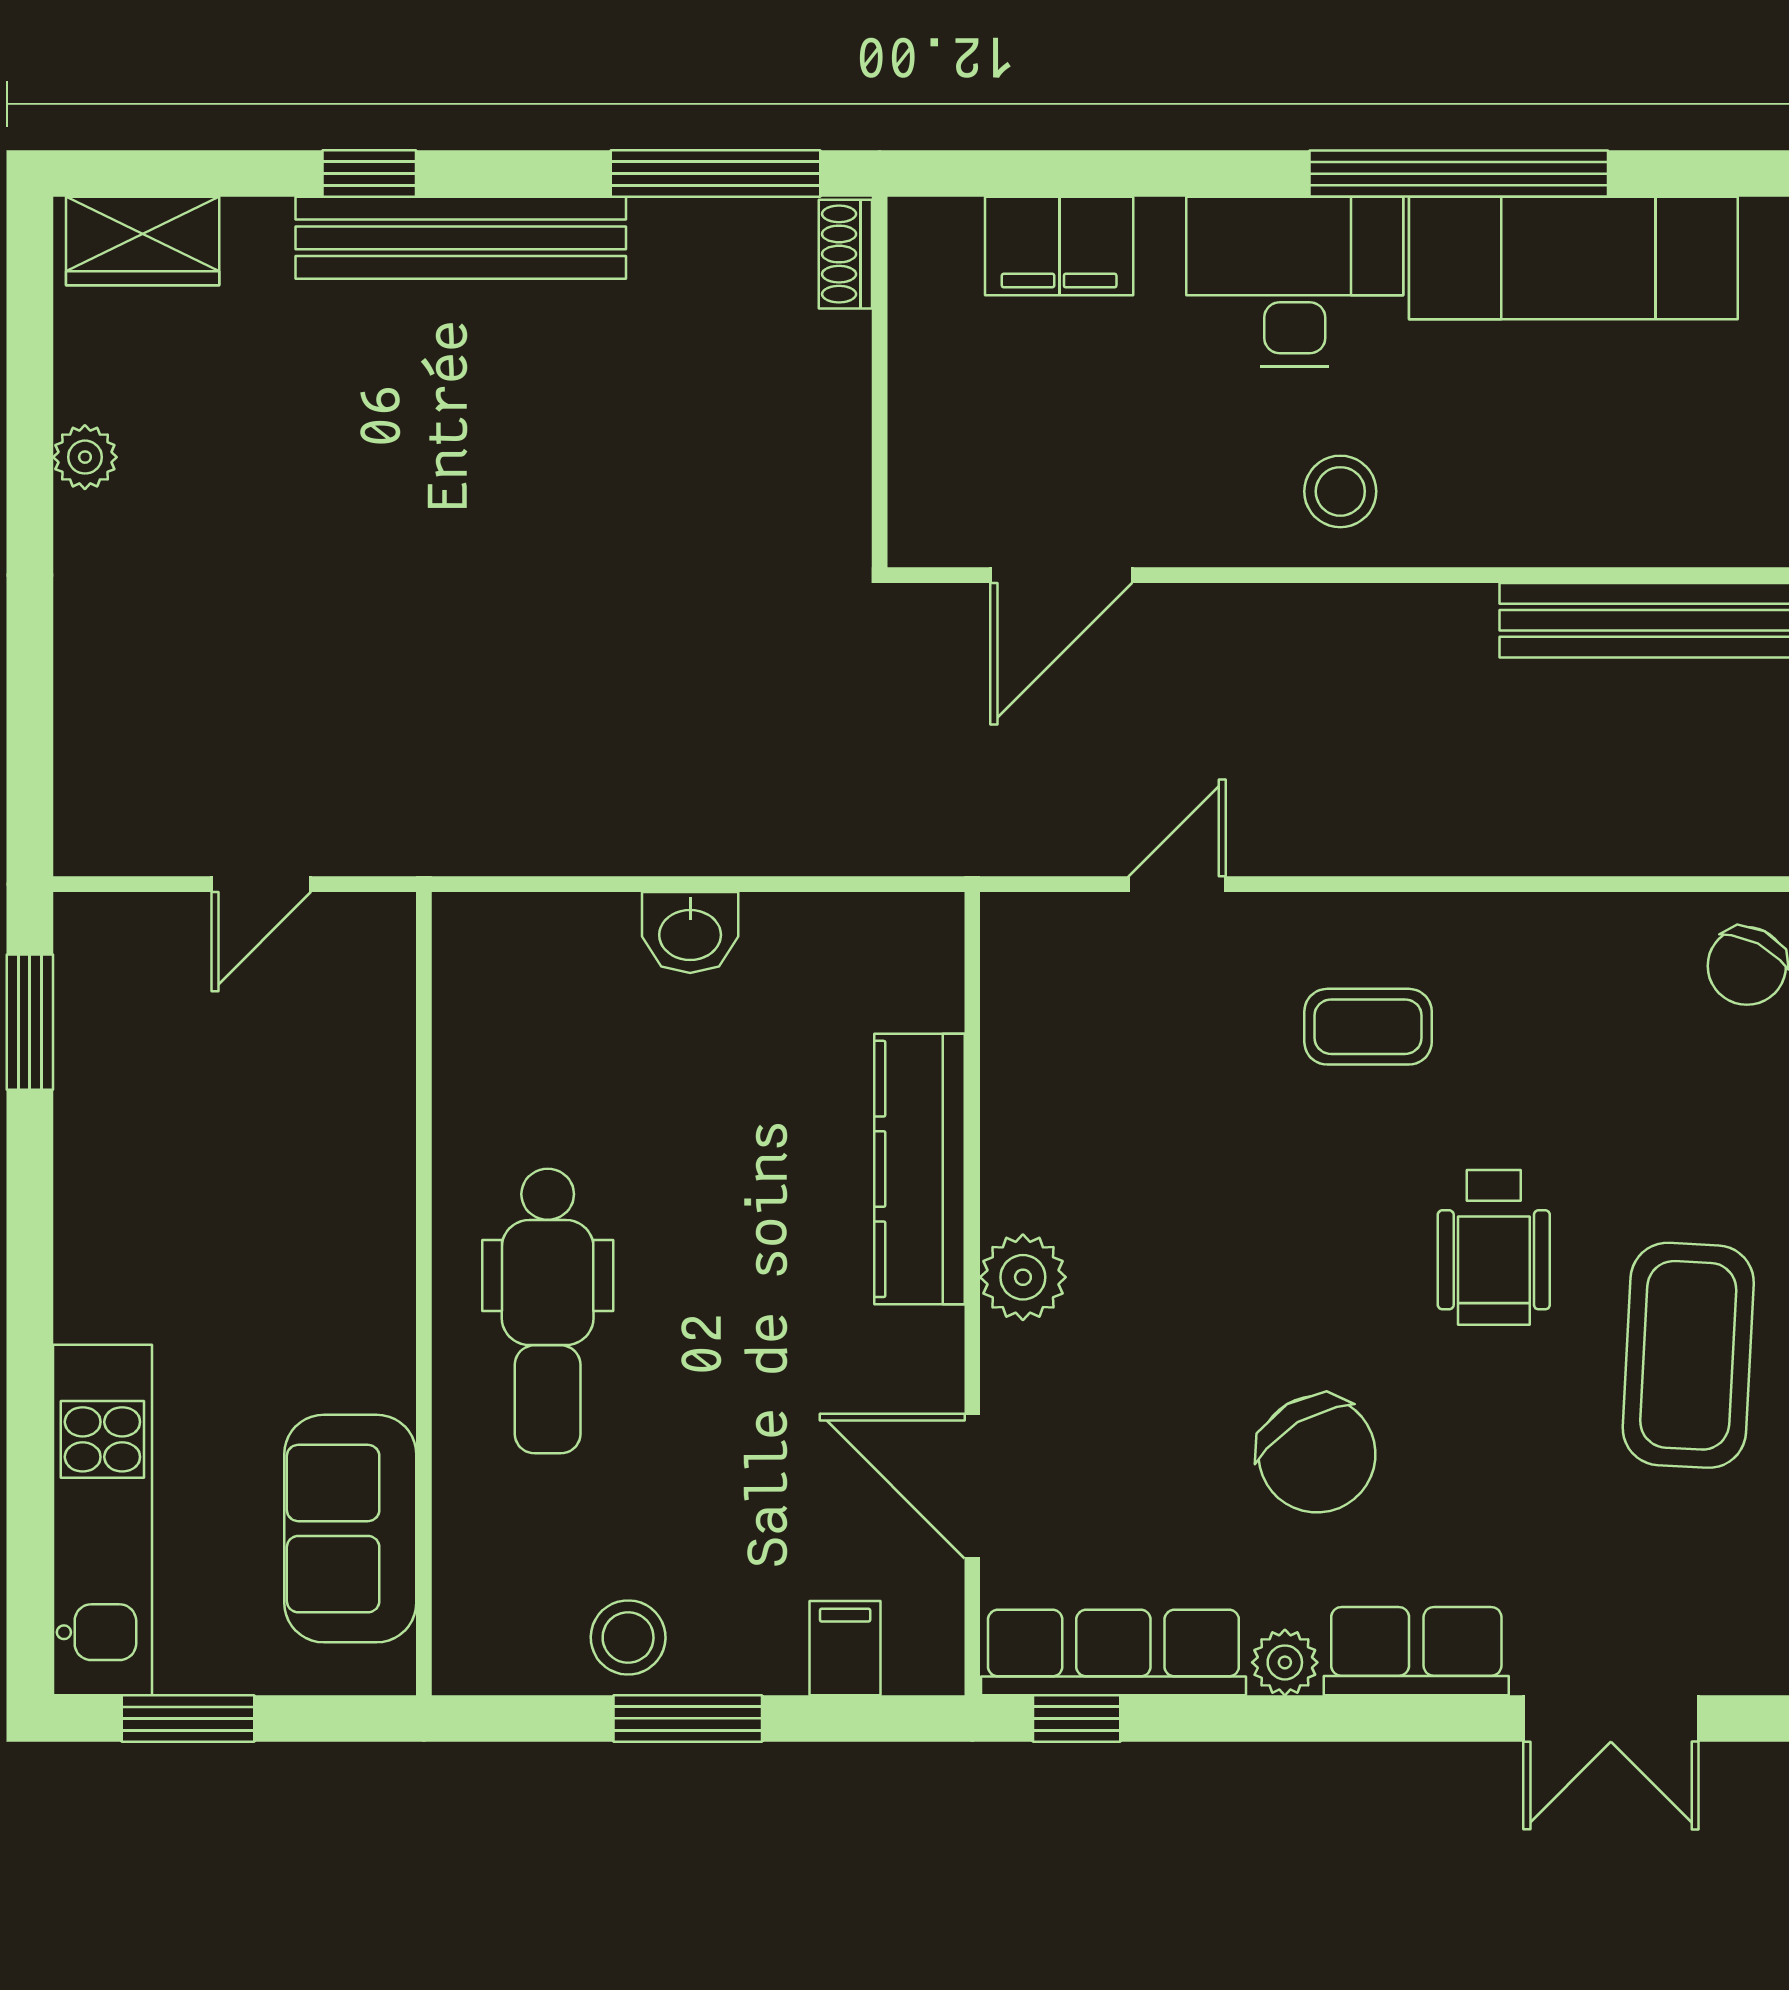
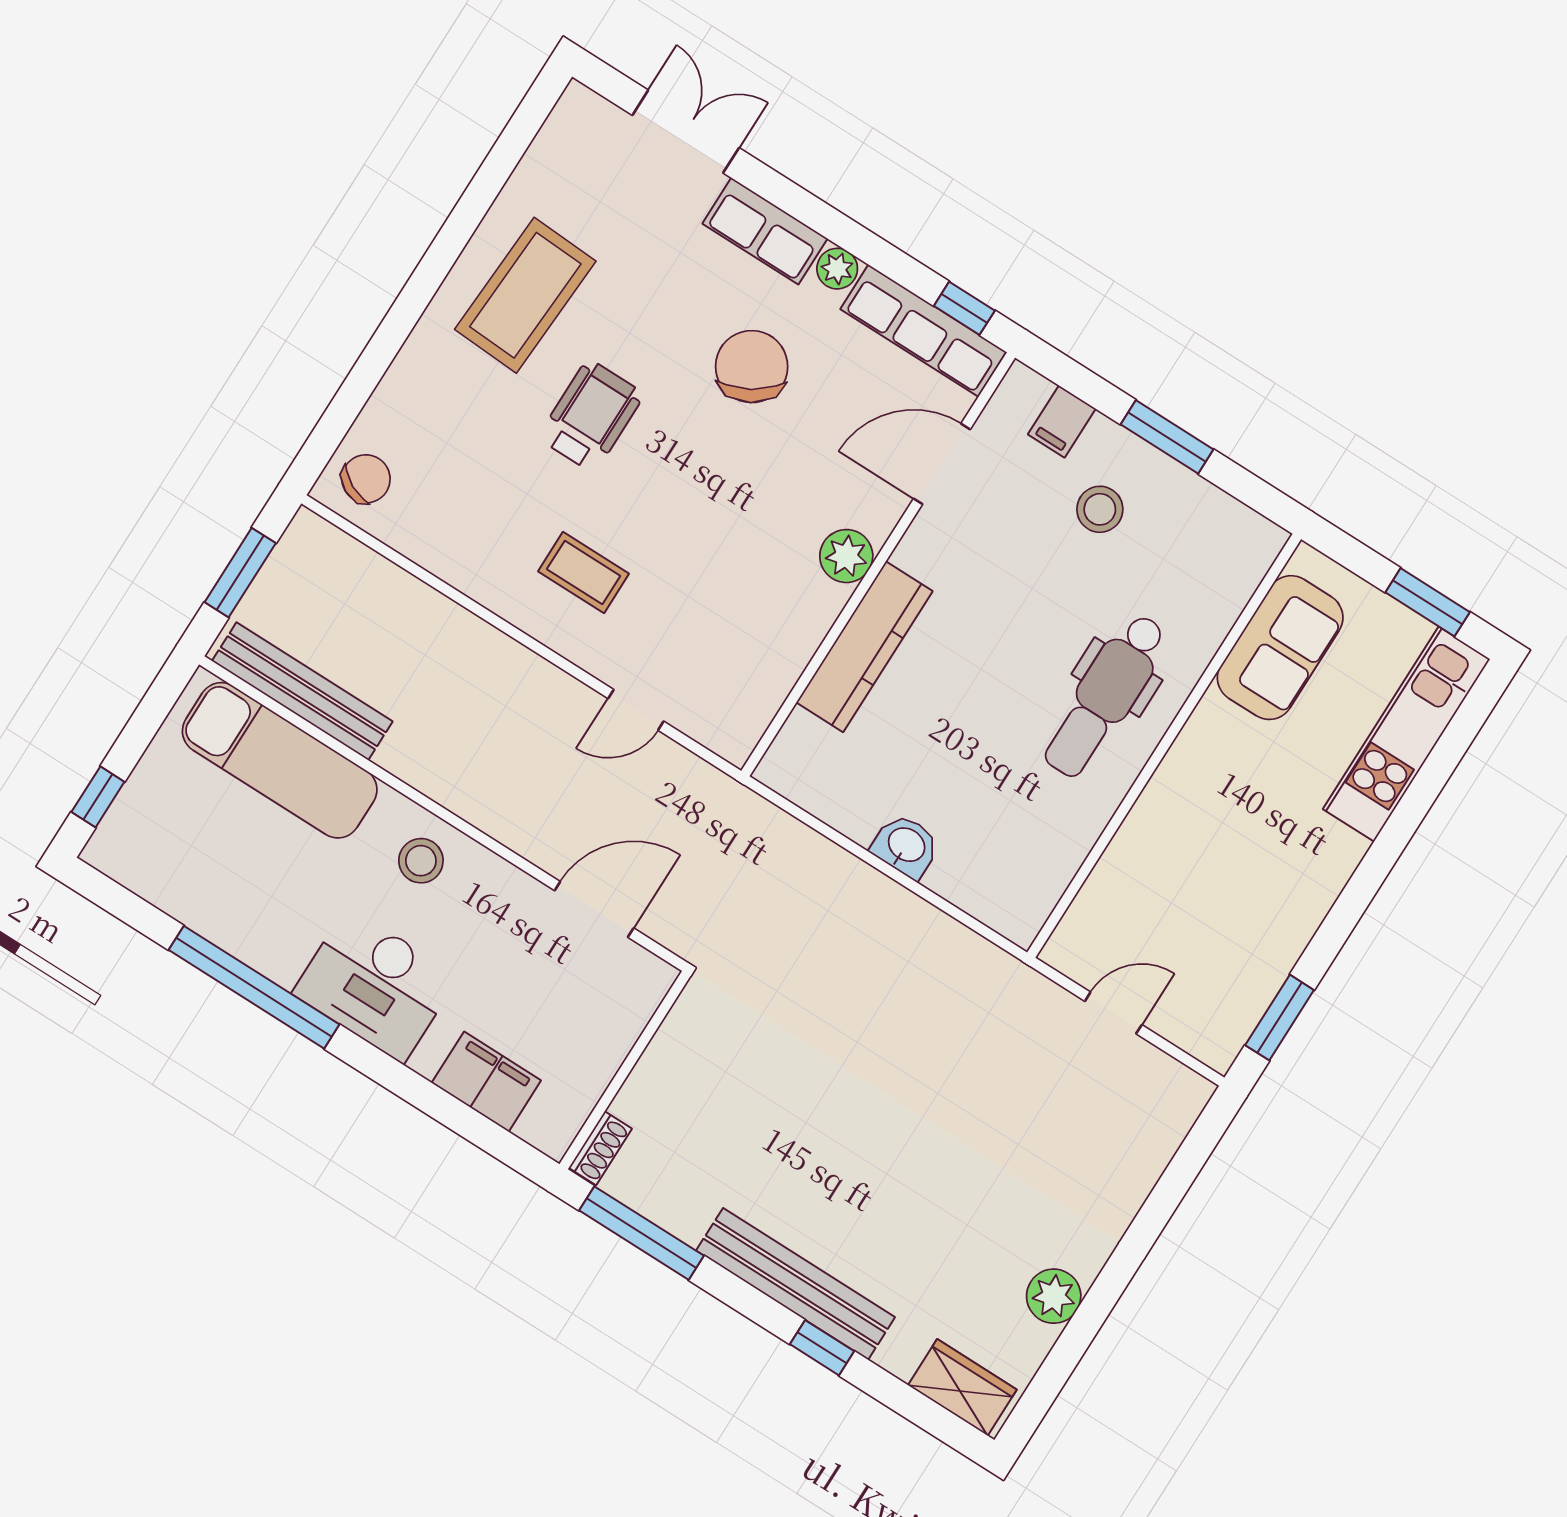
exam couch: (1573, 258) -> (280, 760), moved, turned 180
plant: (85, 457) -> (1054, 1296), width x1.38, depth x1.38
dental chair: (548, 1311) -> (1105, 696), turned 180
door: (972, 1486) -> (942, 464), swing flipped
stool: (628, 1637) -> (1100, 509), moved

